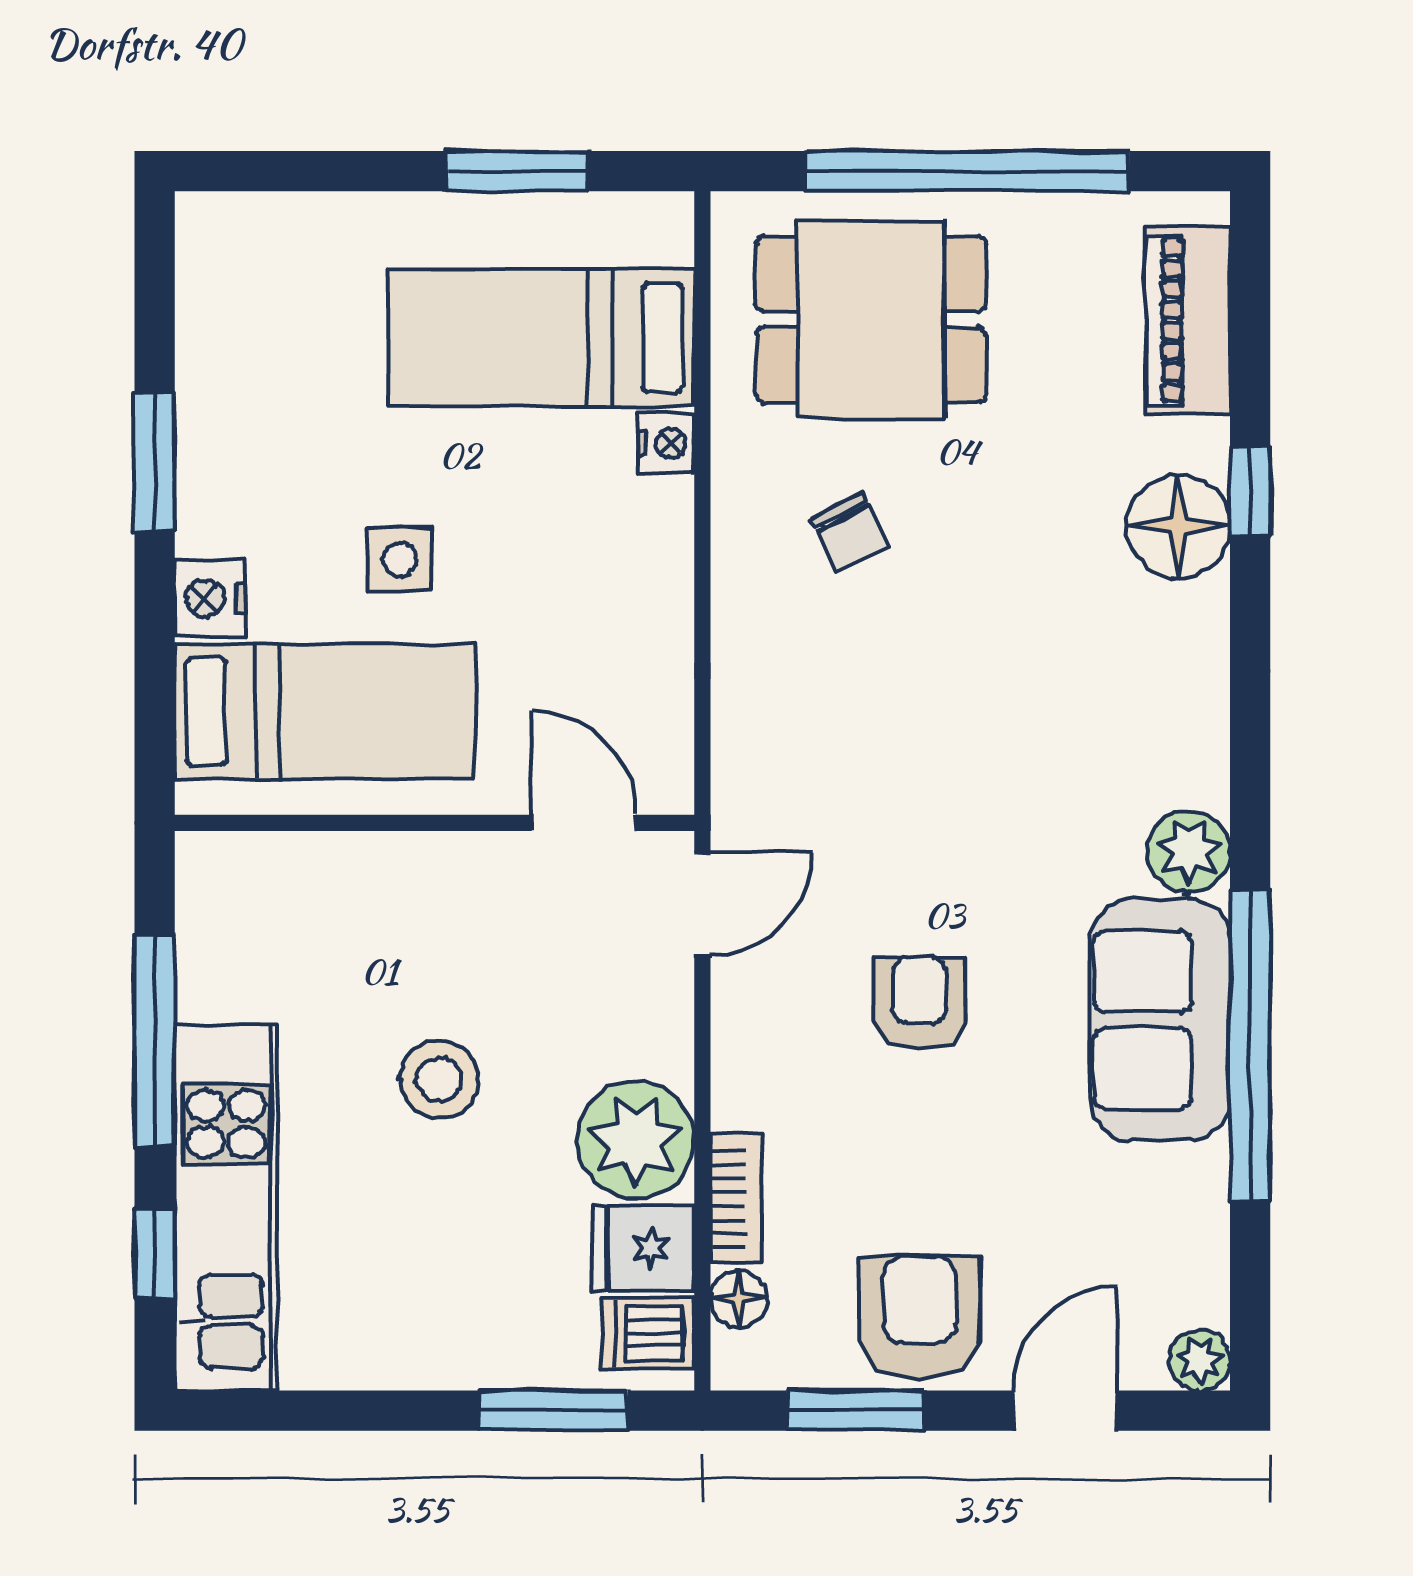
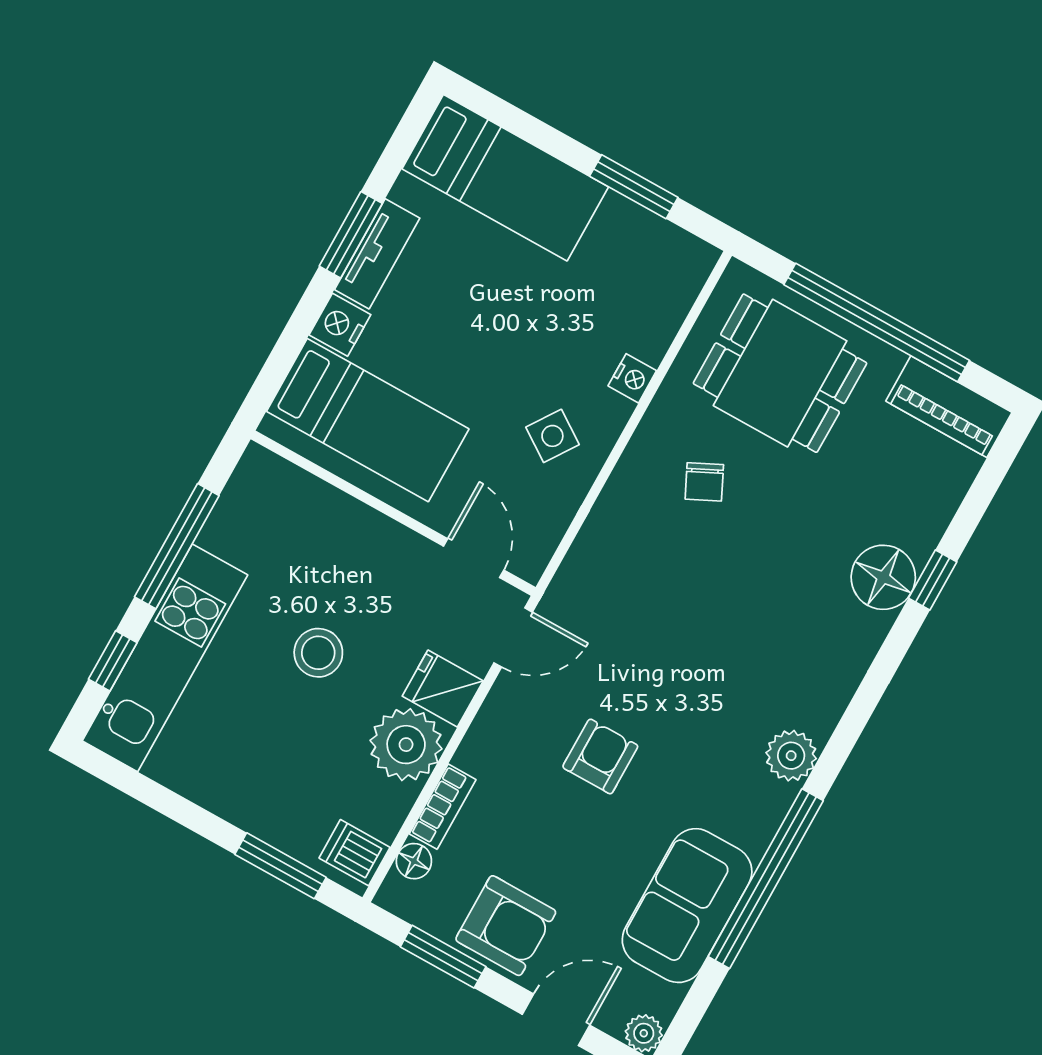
piano: (1188, 320) -> (949, 407), moved, turned -90
bed: (541, 338) -> (505, 178), moved, turned 180
tv unit: (207, 469) -> (377, 254), added
side table: (400, 559) -> (552, 436), moved, turned 34
sofa: (1160, 1020) -> (687, 906), moved
fridge: (643, 1248) -> (443, 689), moved
armchair: (920, 1317) -> (506, 926), turned 90

